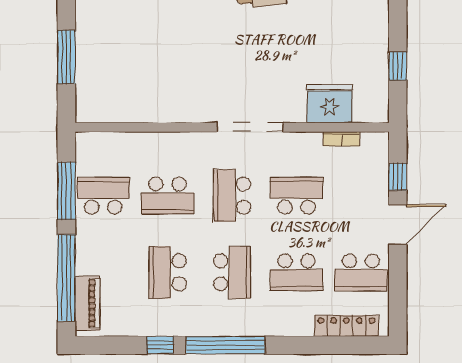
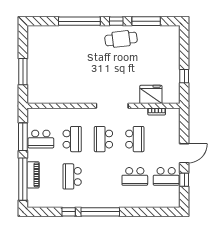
window: (398, 177) -> (184, 180), moved
school desk: (103, 196) -> (41, 139), turned 180
school desk: (168, 196) -> (72, 139), turned -90
school desk: (296, 196) -> (135, 139), turned 90
school desk: (232, 272) -> (103, 176), removed
piano: (87, 303) -> (33, 175), moved
locker: (346, 326) -> (159, 202), removed

